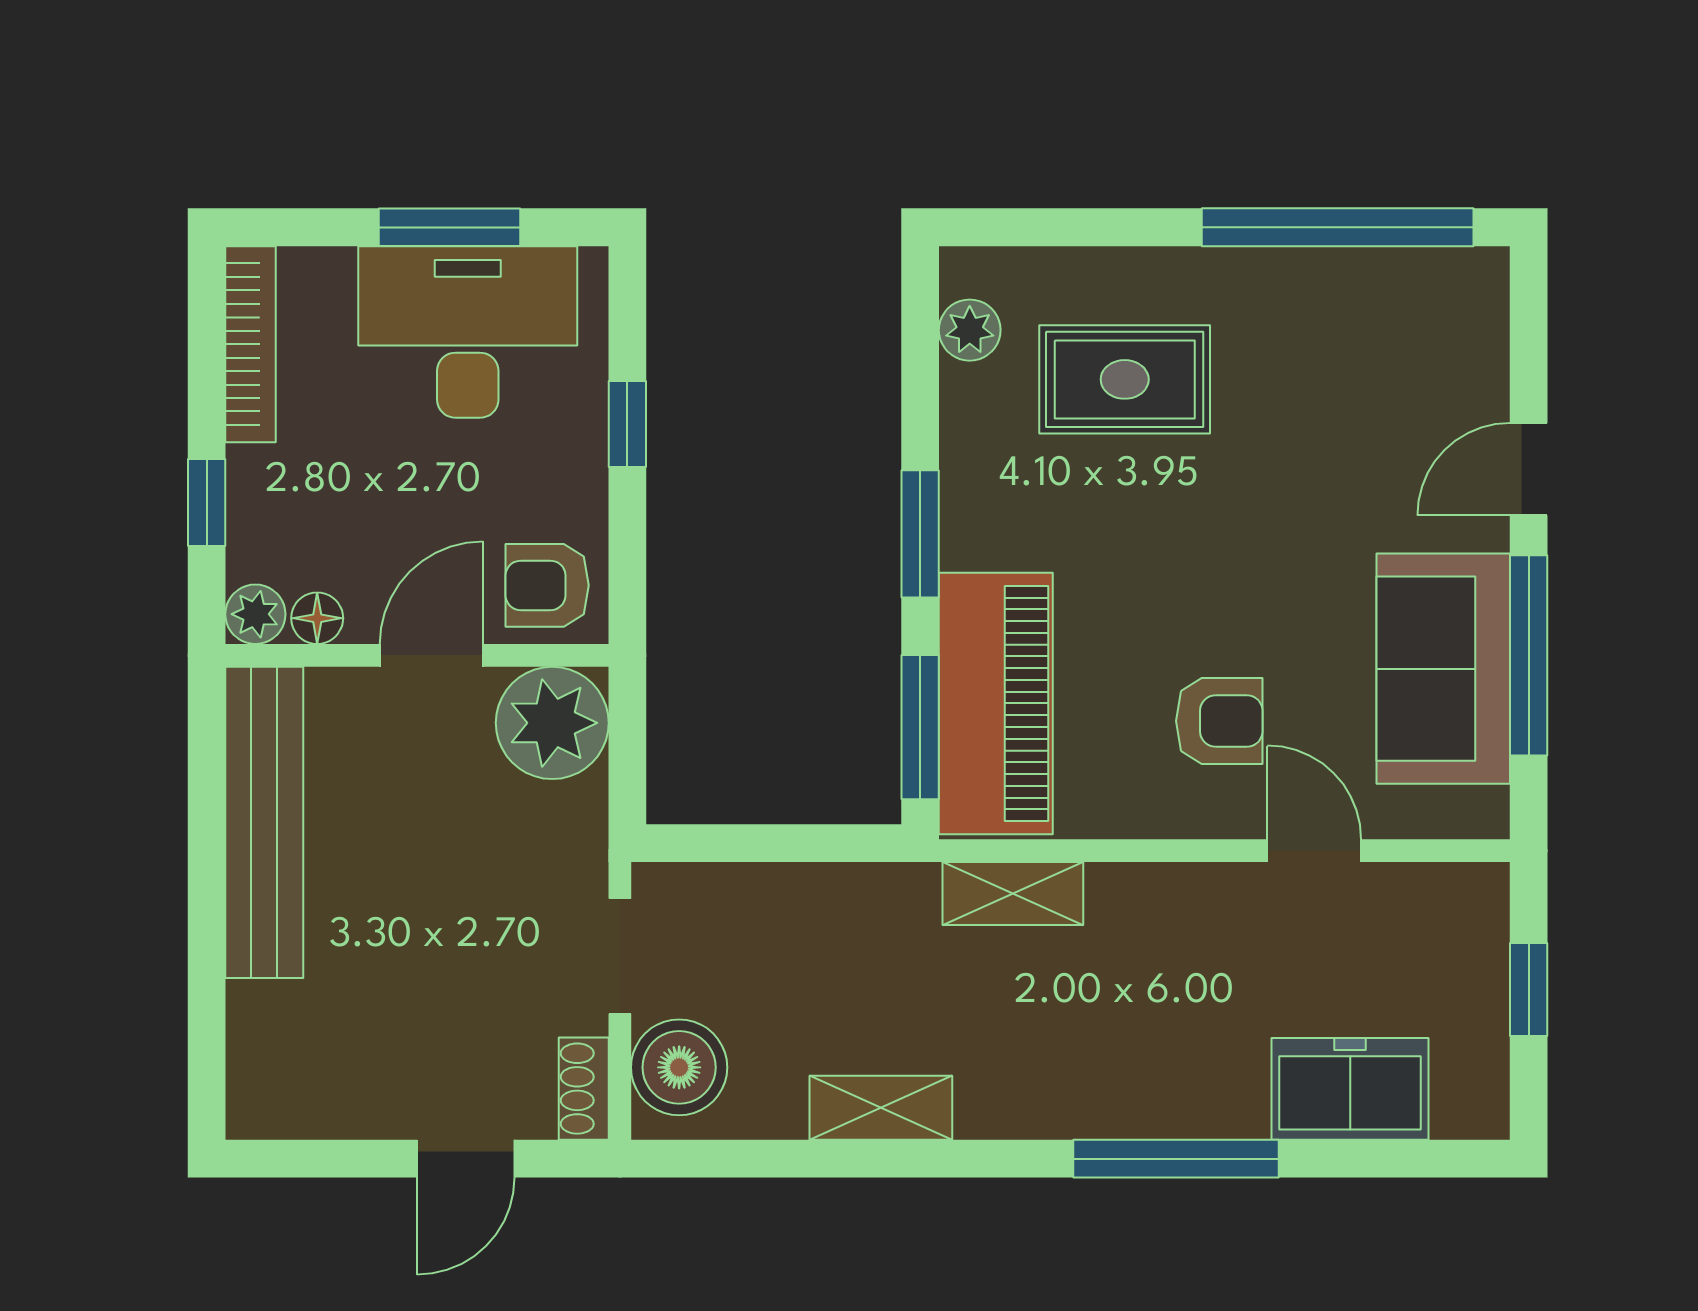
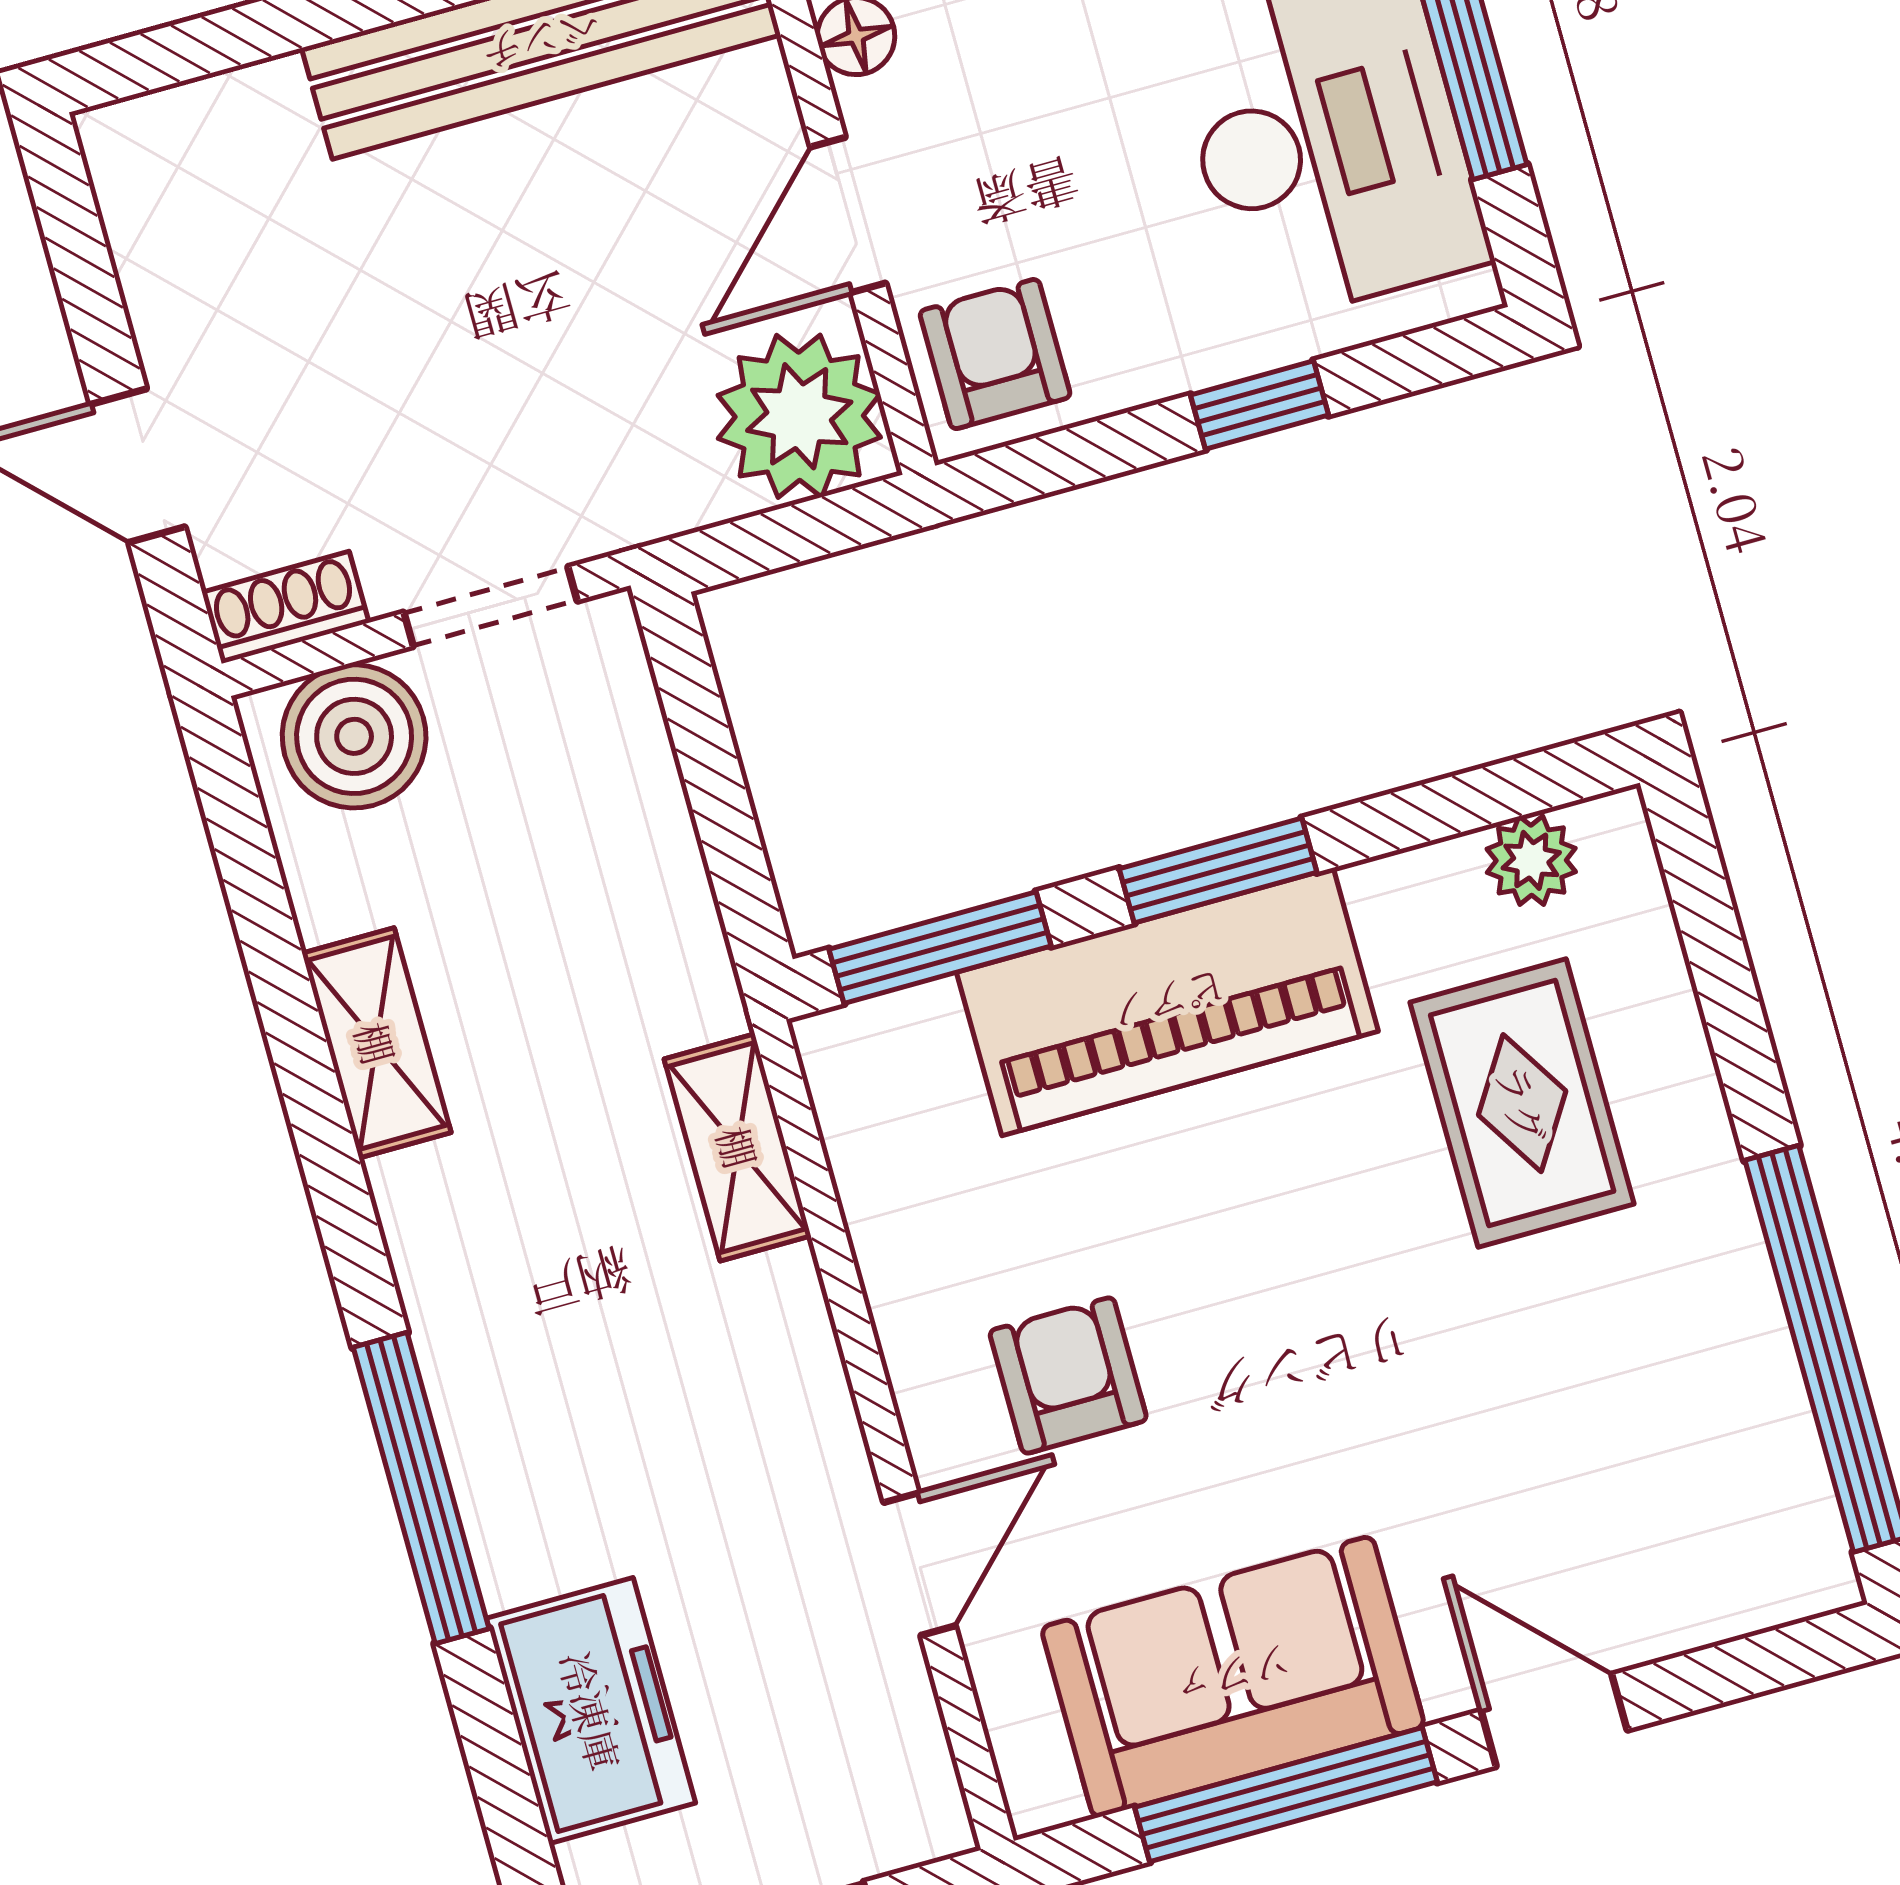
door: (431, 655) -> (848, 215), swing flipped
piano: (996, 703) -> (1167, 1002), moved
armchair: (1219, 721) -> (1068, 1375), turned 180

